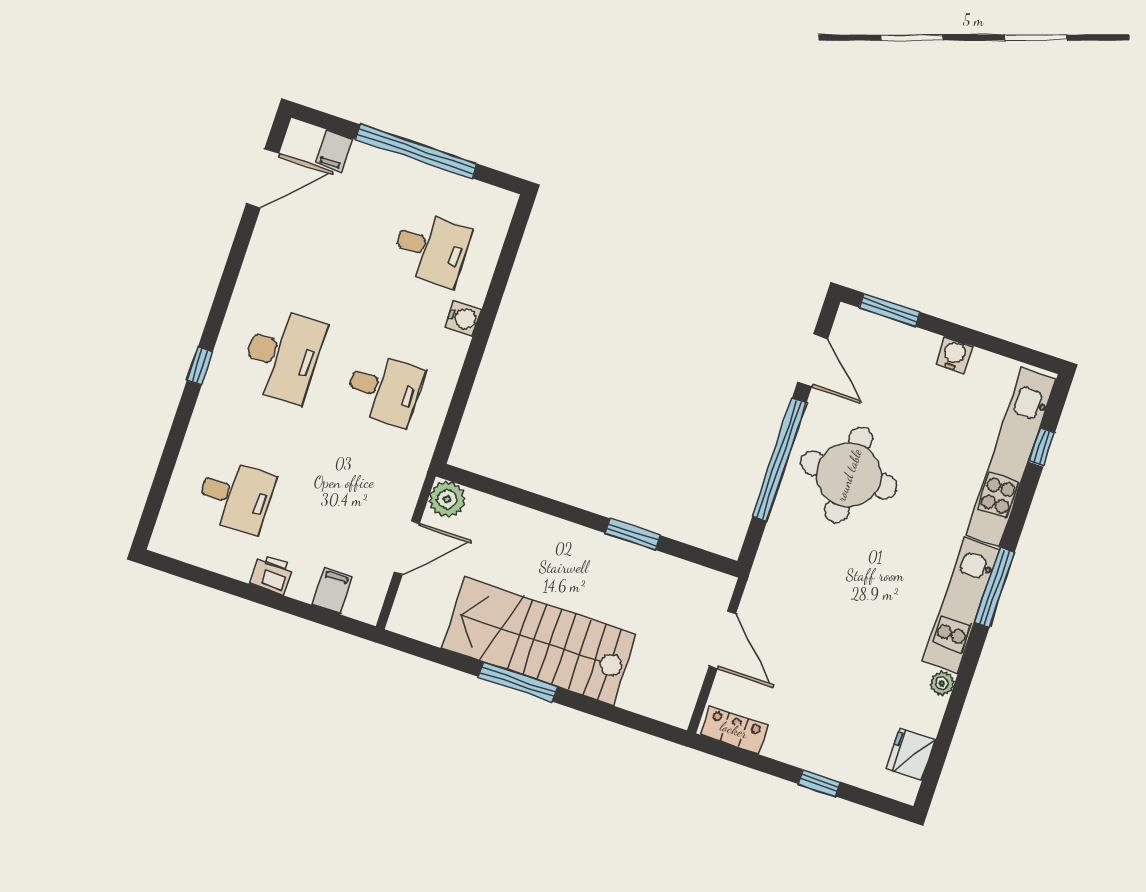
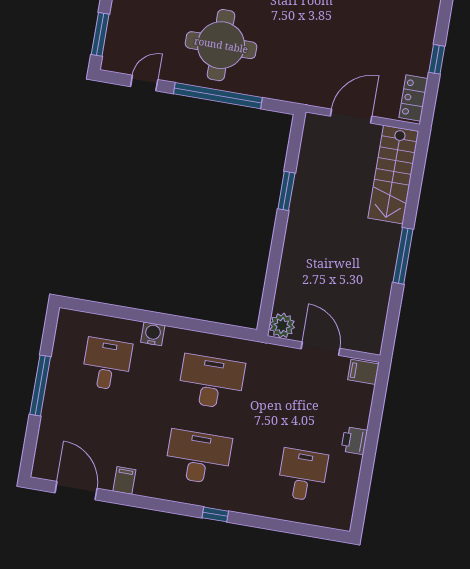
filing cabinet: (334, 151) -> (124, 480), moved, turned -90
window: (416, 151) -> (40, 385), width x0.68
door: (813, 360) -> (144, 83), width x0.73
desk: (384, 389) -> (211, 382), width x1.37
filing cabinet: (332, 591) -> (363, 372), moved
stairs: (539, 641) -> (393, 175), moved, width x0.73, depth x0.66
window: (819, 783) -> (437, 59), moved

